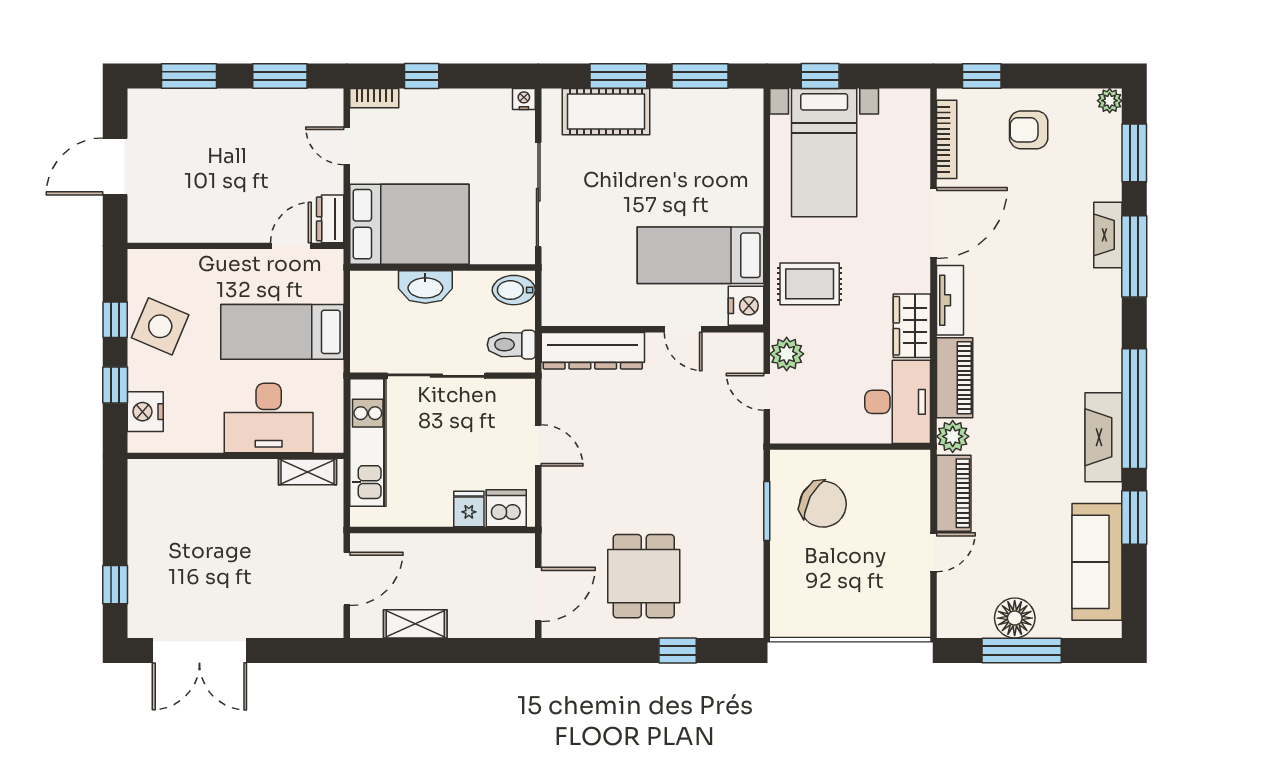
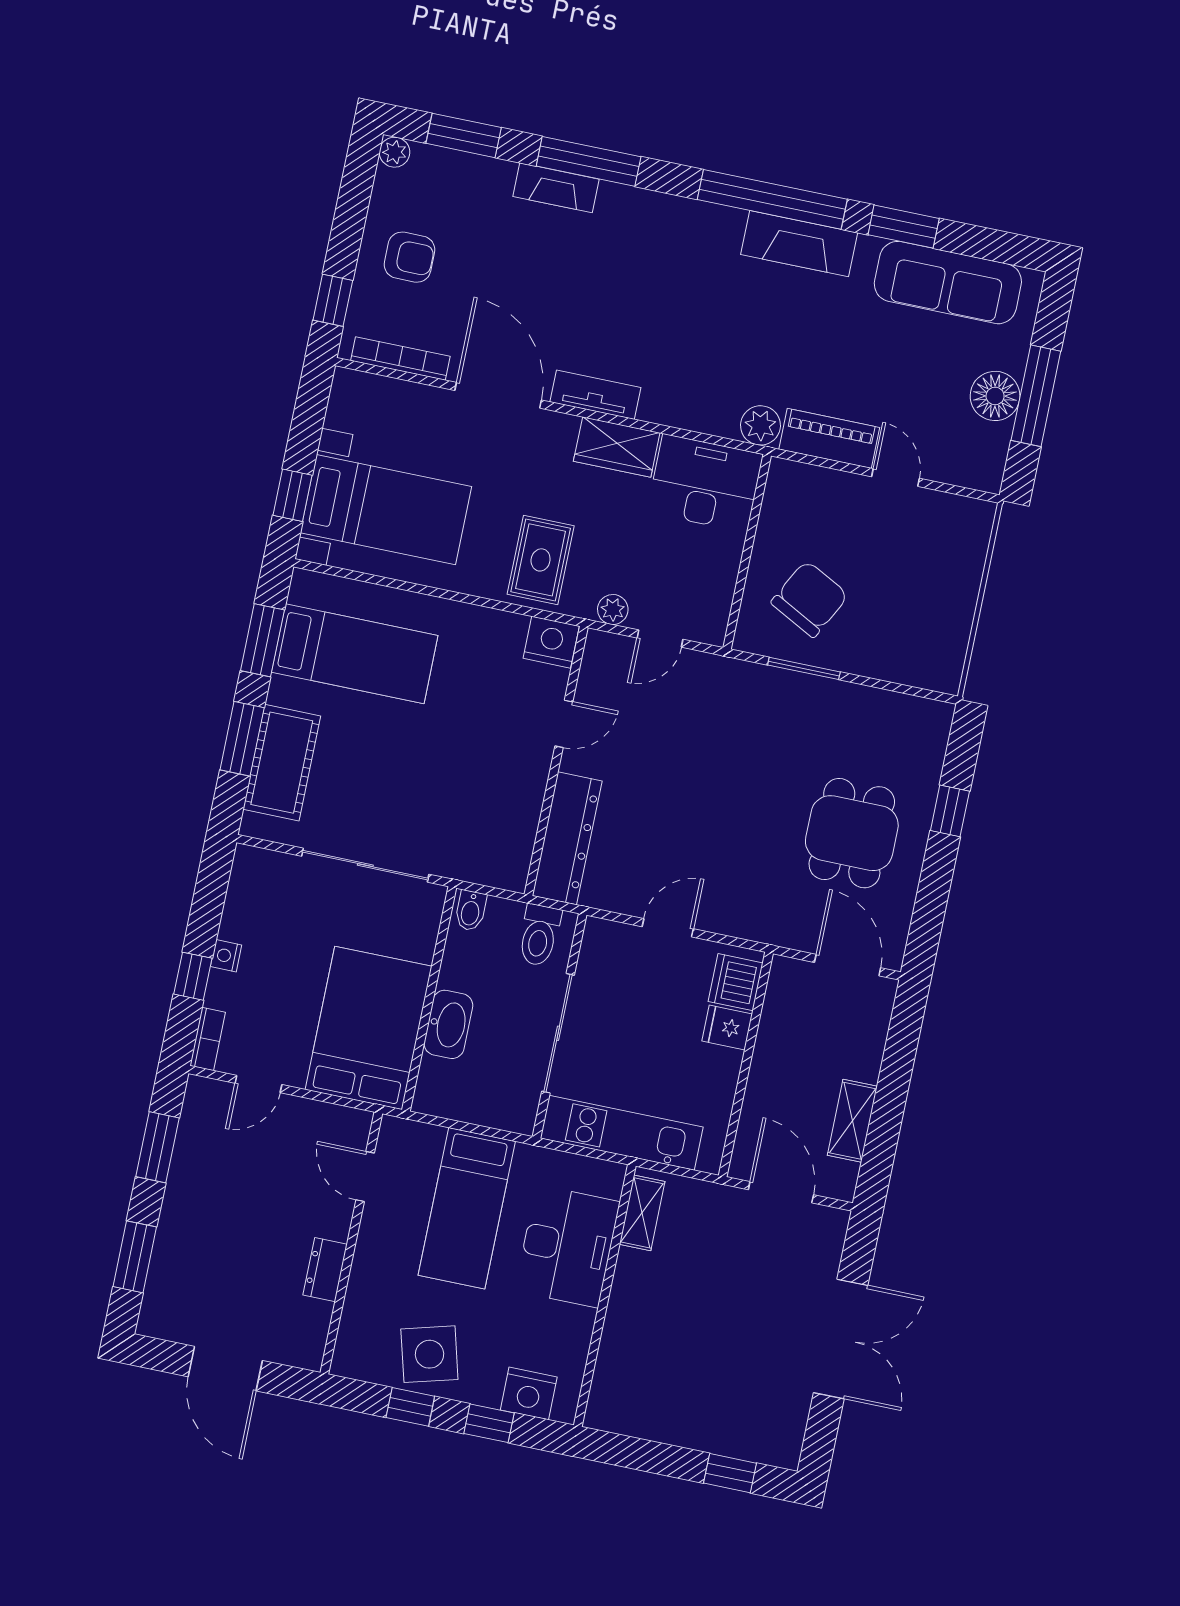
nightstand: (524, 99) -> (226, 956), moved
armchair: (1029, 130) -> (409, 257), turned -90
dresser: (330, 219) -> (325, 1270), moved, turned 90
bed: (701, 255) -> (355, 654), moved, turned -90
bidet: (514, 290) -> (471, 911), width x0.72, depth x0.74
side table: (160, 326) -> (429, 1354), turned -38
plant: (787, 354) -> (613, 610), width x0.73, depth x0.73
piano: (955, 378) -> (690, 409), removed
dining table: (644, 576) -> (852, 833), turned 90
double door: (199, 650) -> (841, 1339), moved

